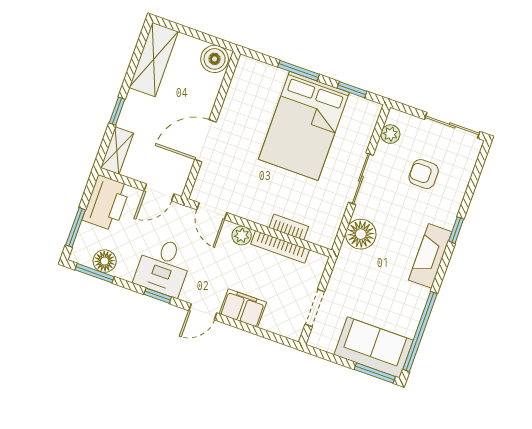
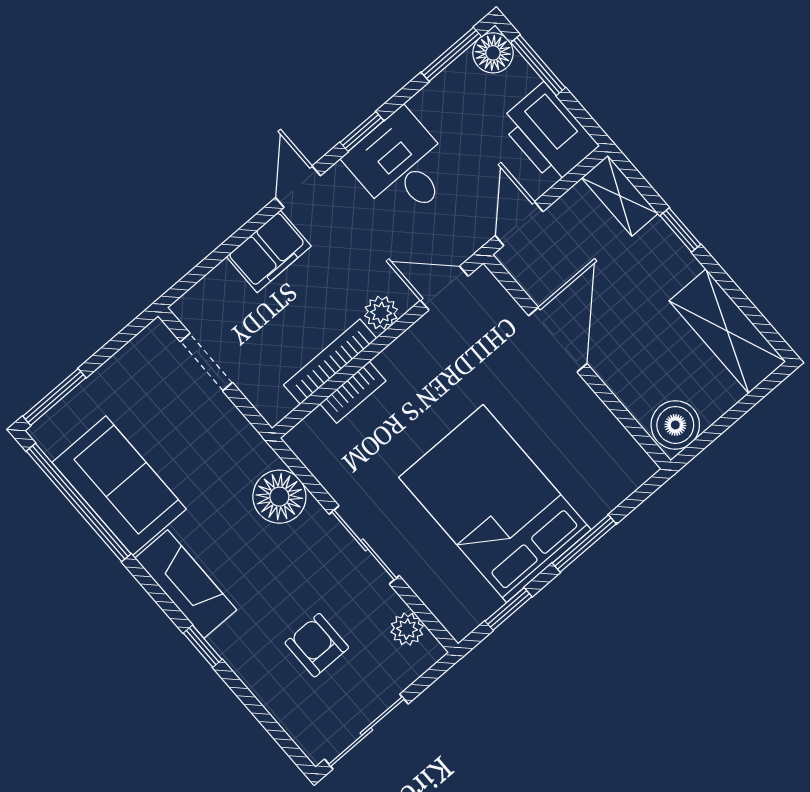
armchair: (424, 174) -> (317, 645), turned -90
floor lamp: (105, 261) -> (493, 53), moved
sofa: (374, 347) -> (119, 486), moved, turned -90

